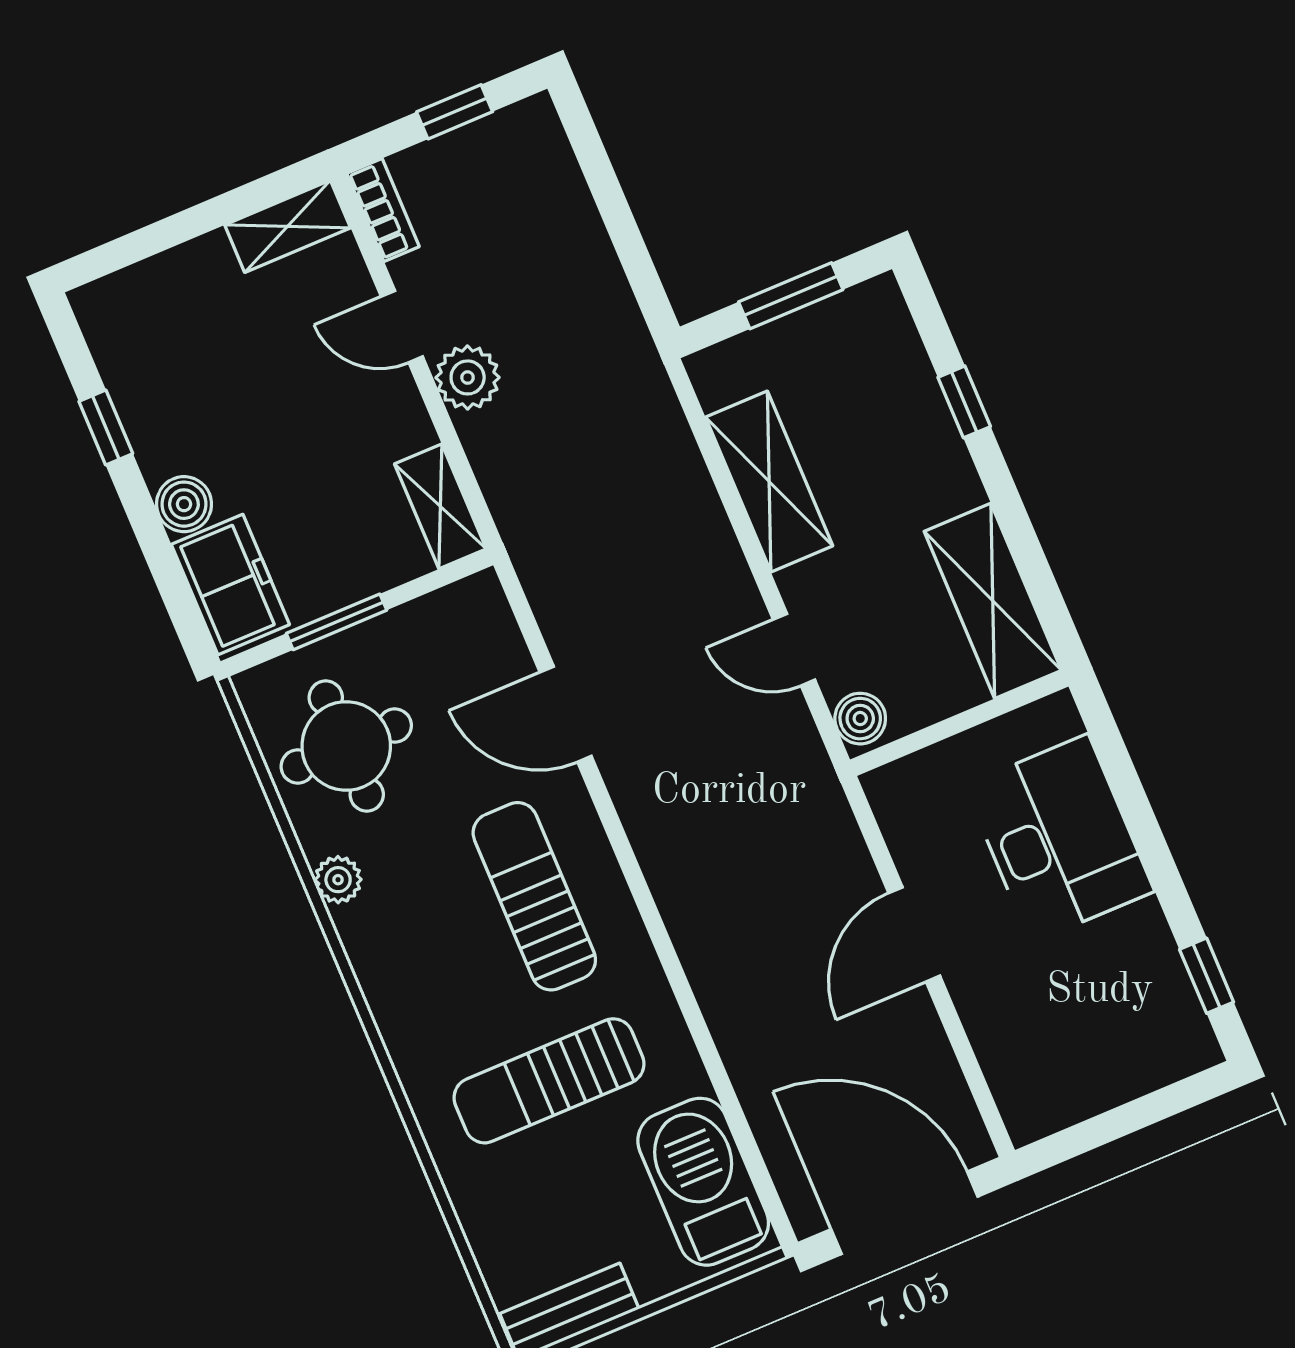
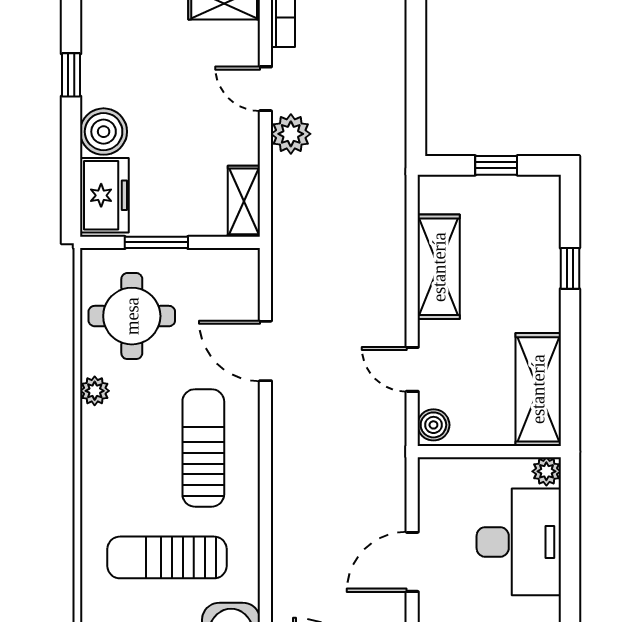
window: (791, 296) -> (496, 165), width x0.67
boiler: (184, 504) -> (104, 132), width x1.36, depth x1.36
plant: (1056, 717) -> (546, 471), added

